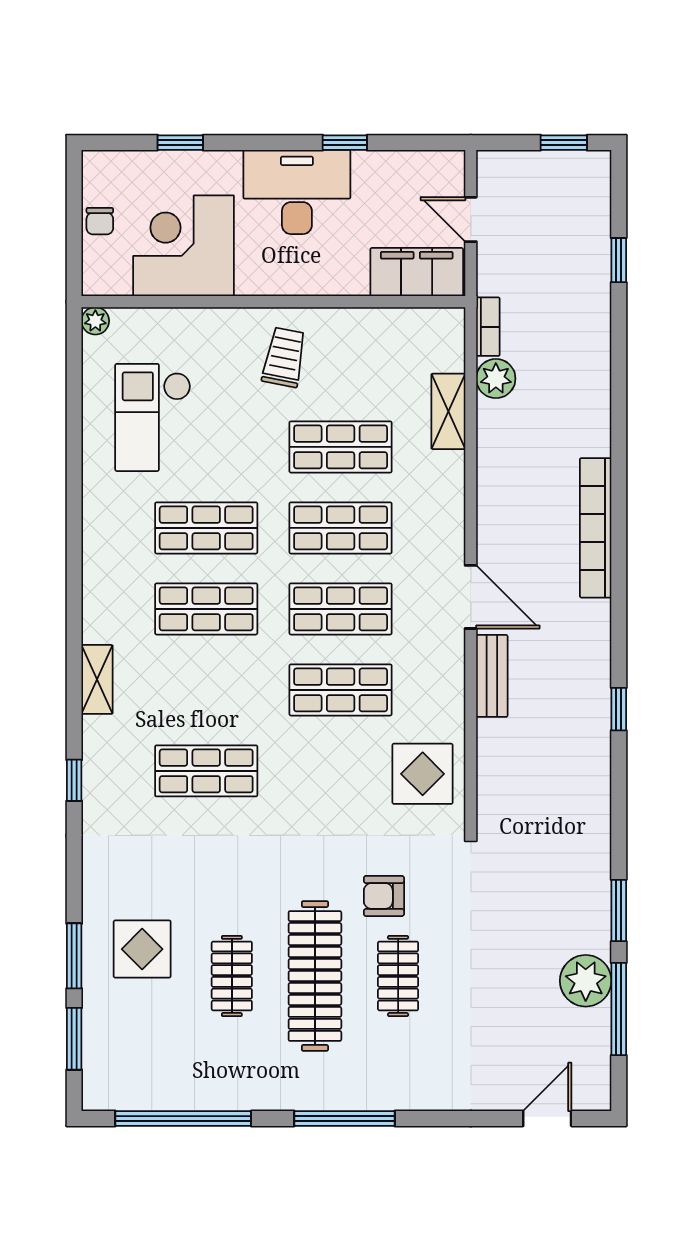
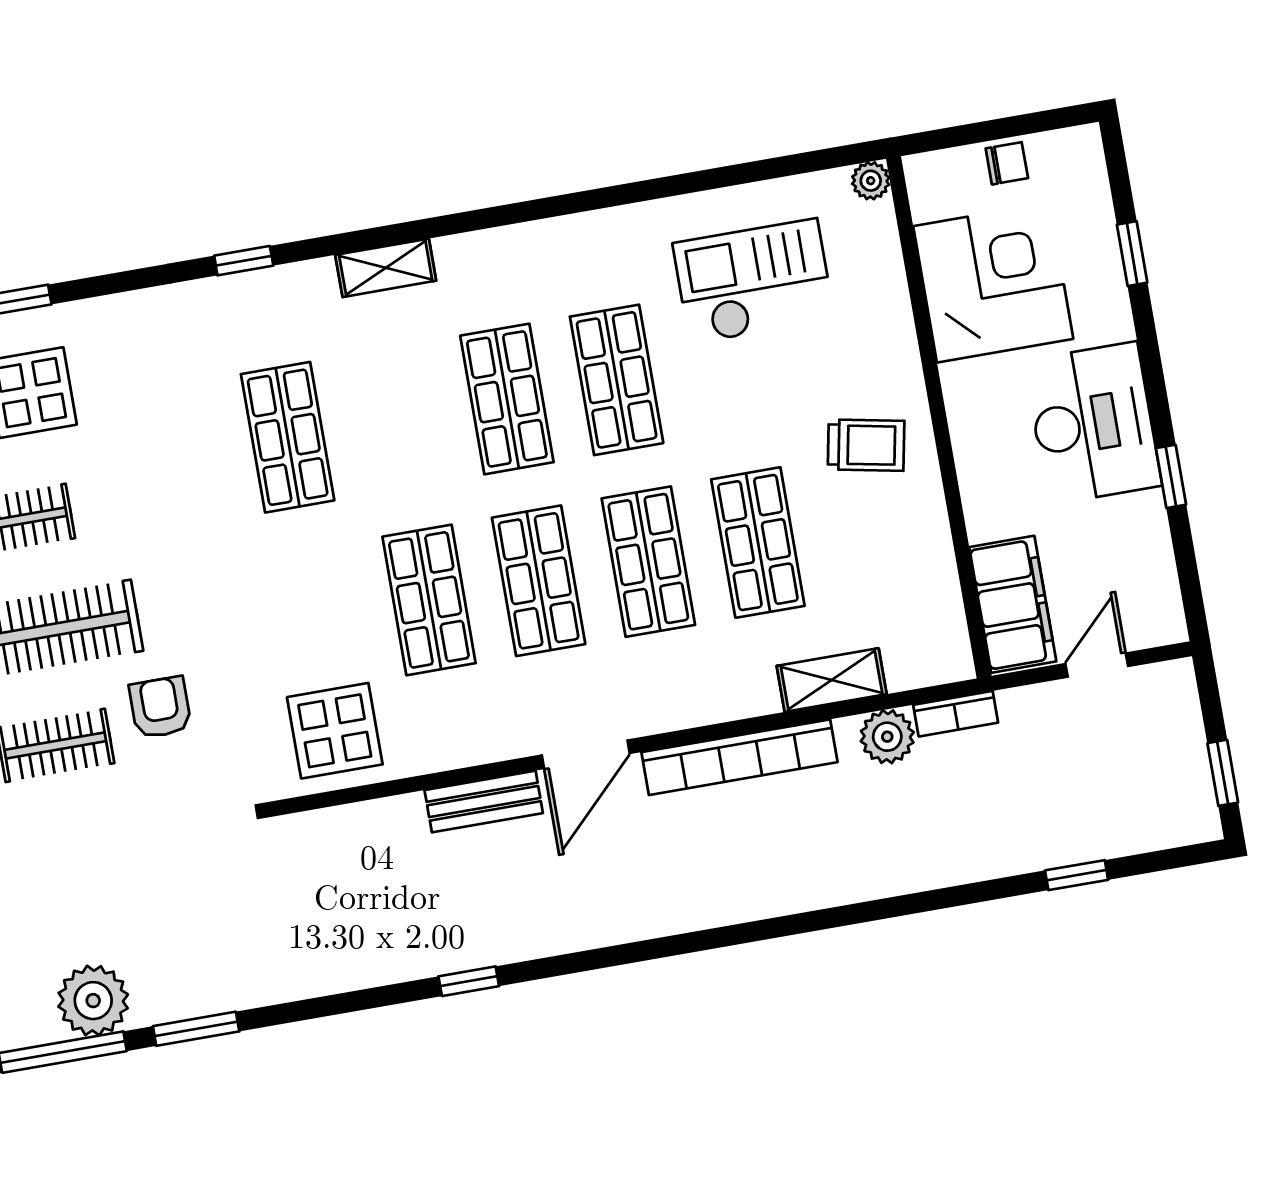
chair: (100, 221) -> (1007, 163), turned 180
bookcase: (596, 528) -> (739, 757), moved, turned 180

